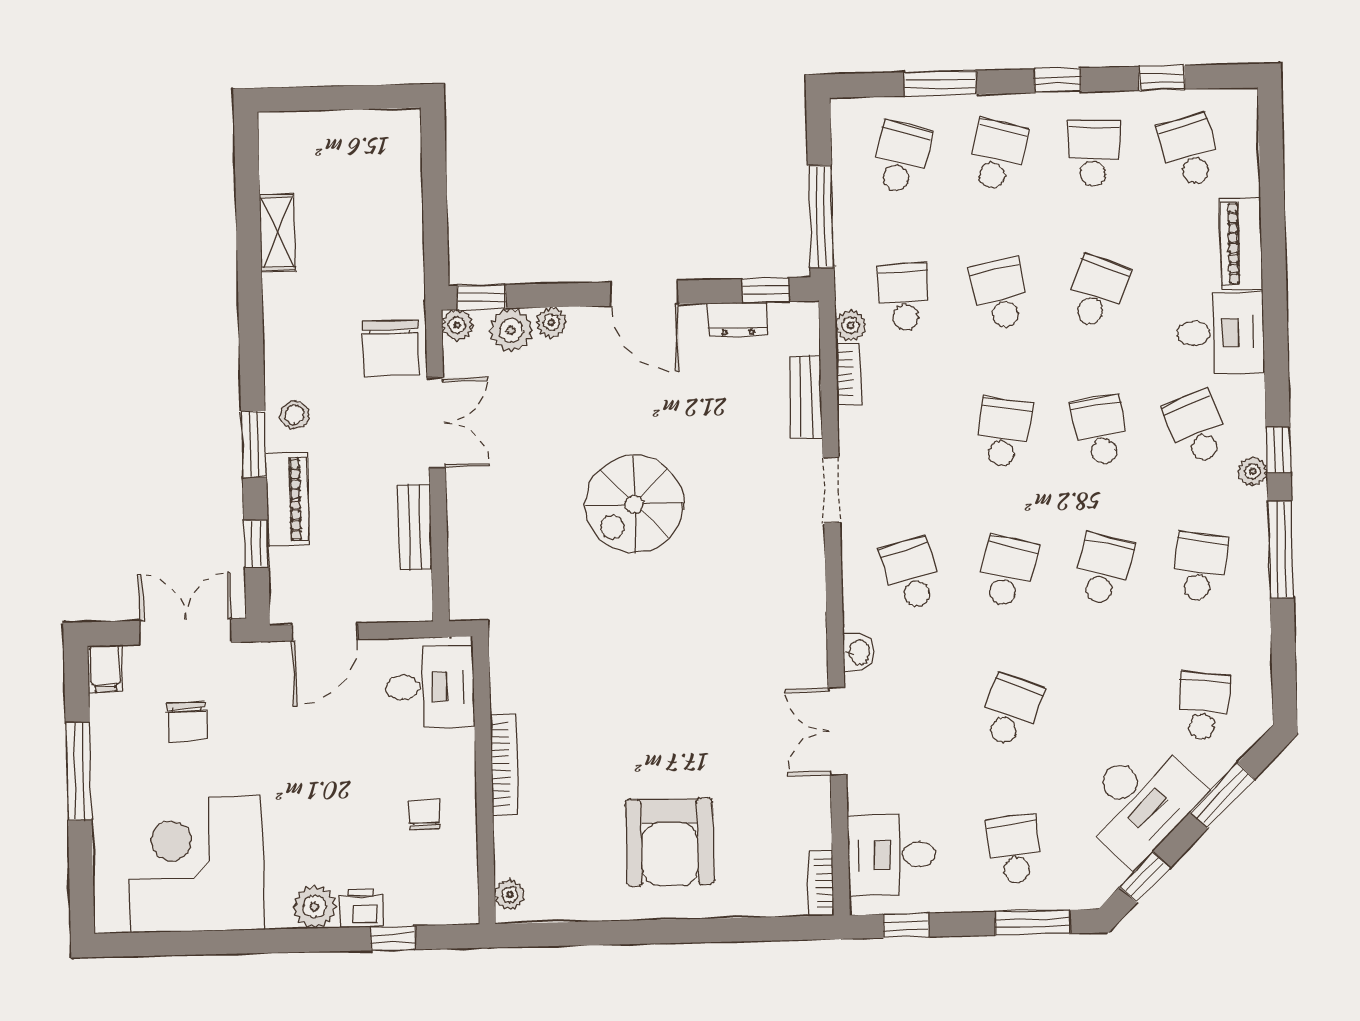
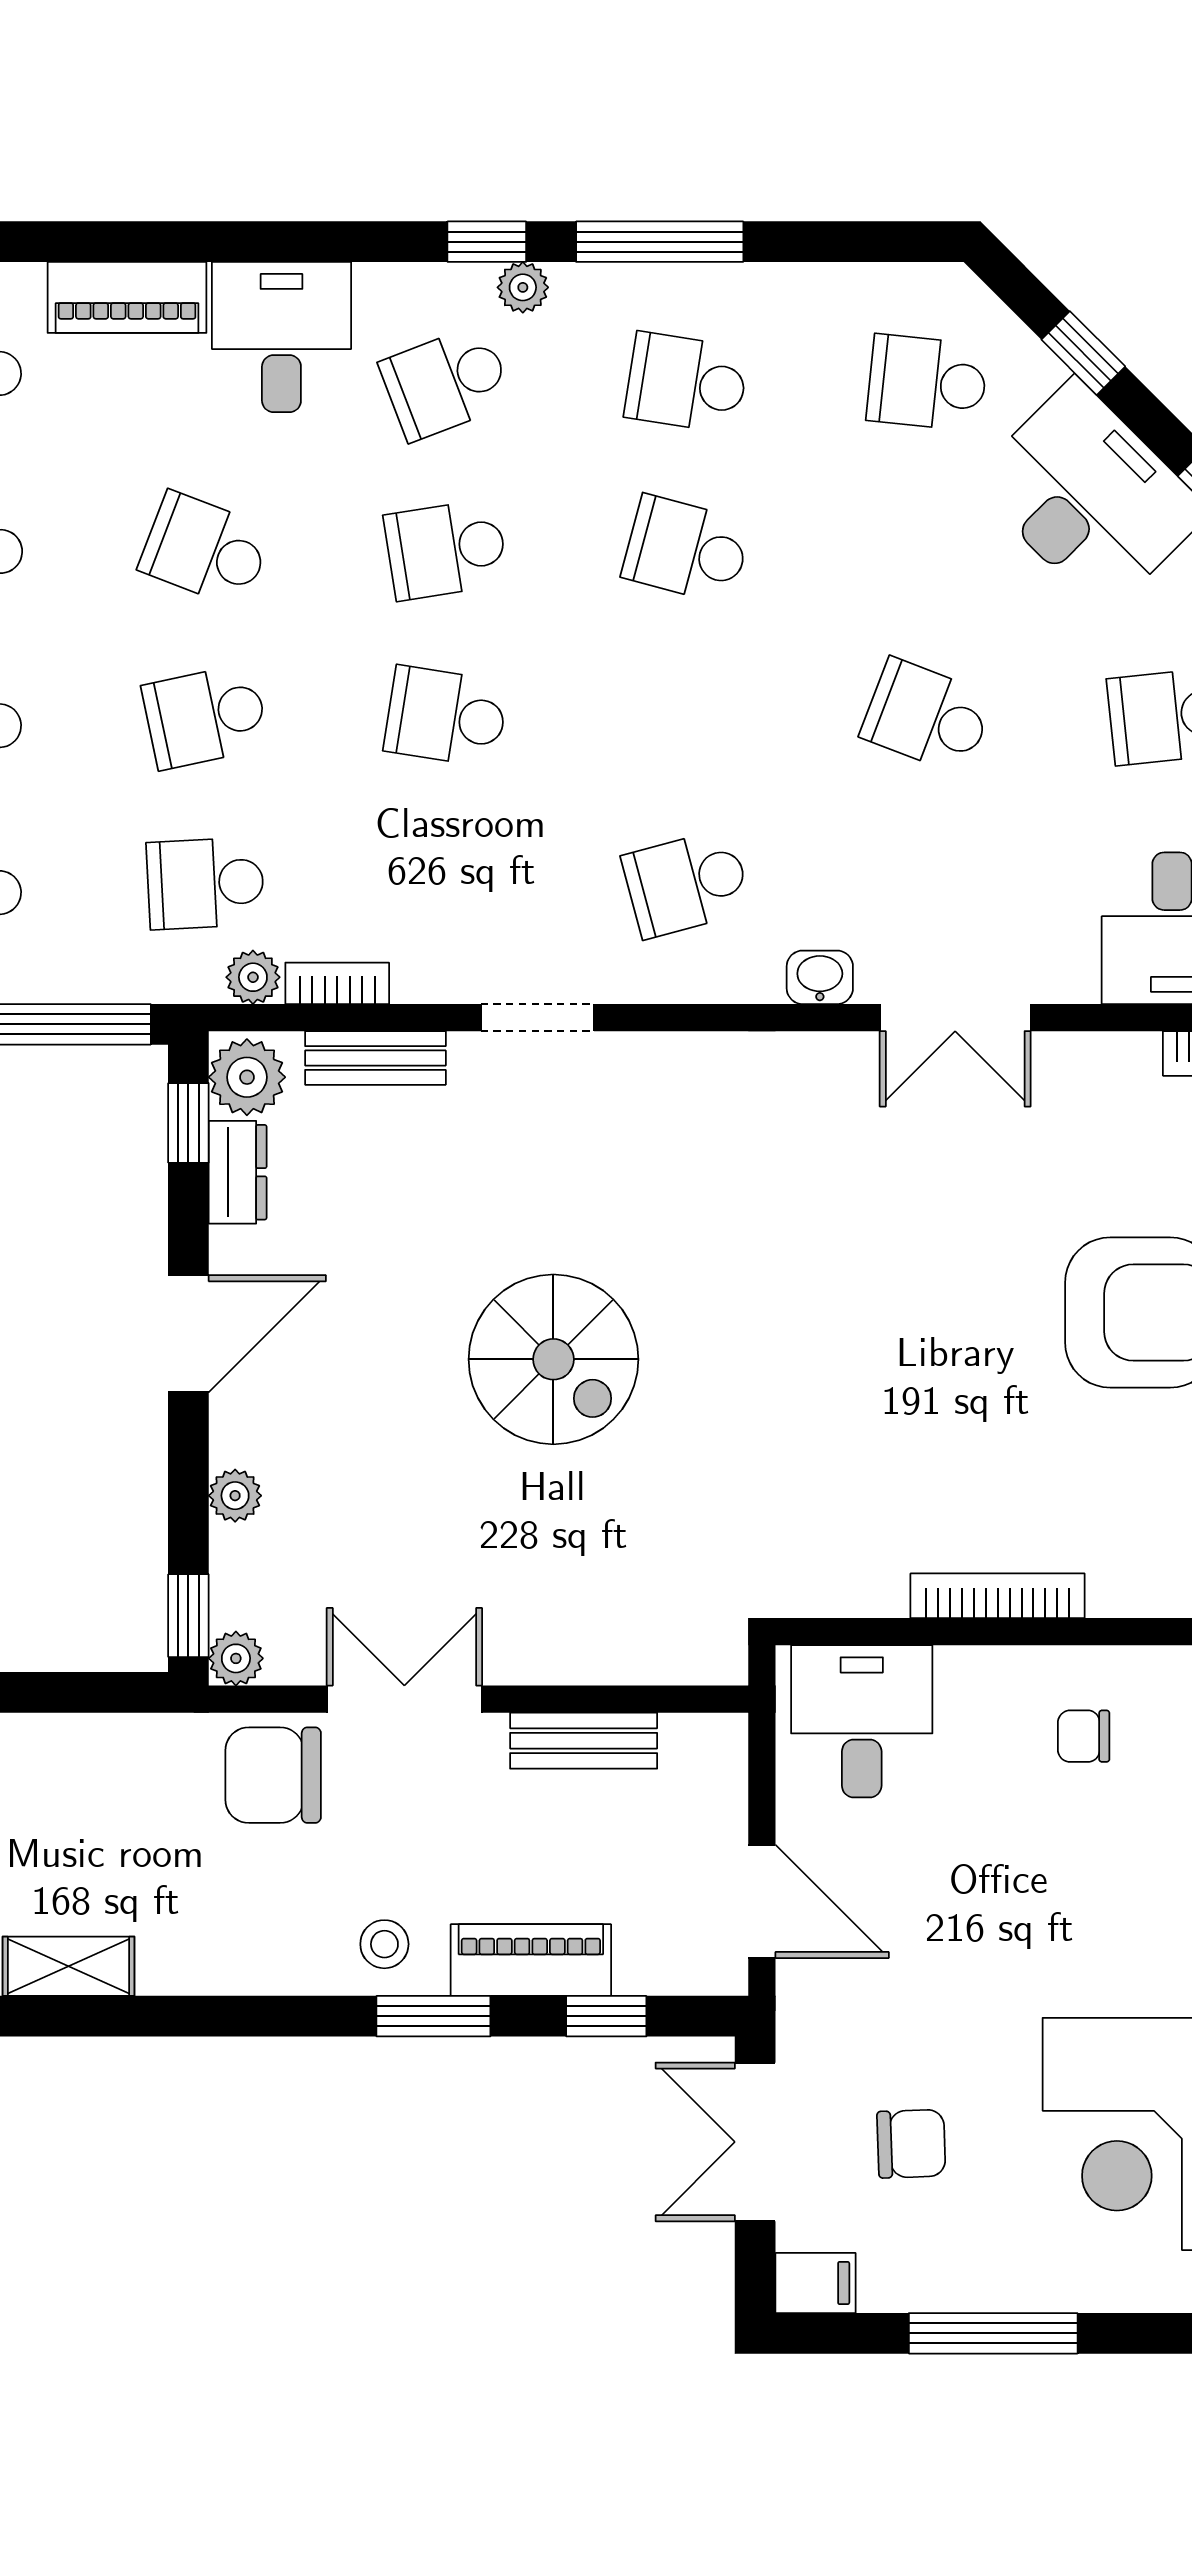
plant: (511, 330) -> (247, 1077), moved
chair: (391, 348) -> (273, 1775), turned 180
school desk: (1007, 572) -> (687, 716), removed
window: (1223, 796) -> (1083, 353), width x0.67

